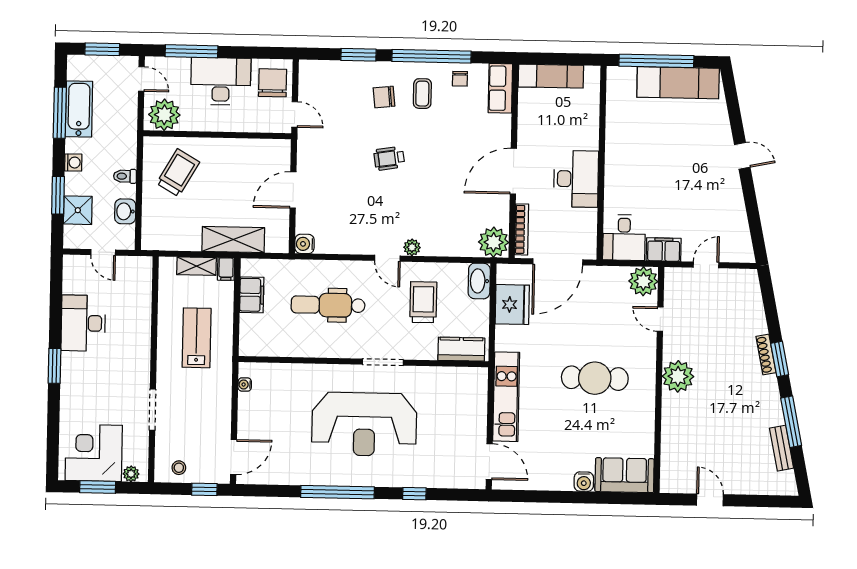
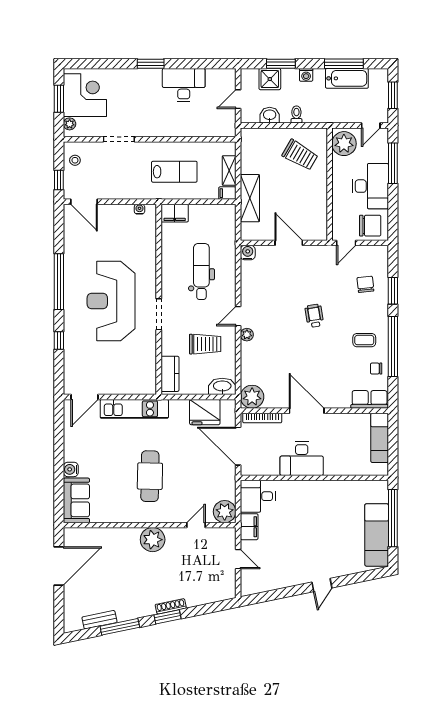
chair: (384, 97) -> (365, 284), moved
filing cabinet: (252, 295) -> (175, 213), moved
door: (710, 500) -> (59, 566), width x1.87

